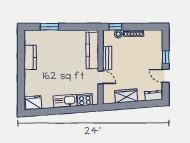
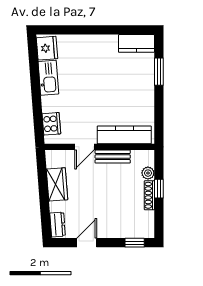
window: (115, 27) -> (159, 189), moved
kitchen counter: (30, 57) -> (136, 43), moved
window: (166, 57) -> (135, 243), moved
kitchen sink: (65, 101) -> (48, 78), moved

